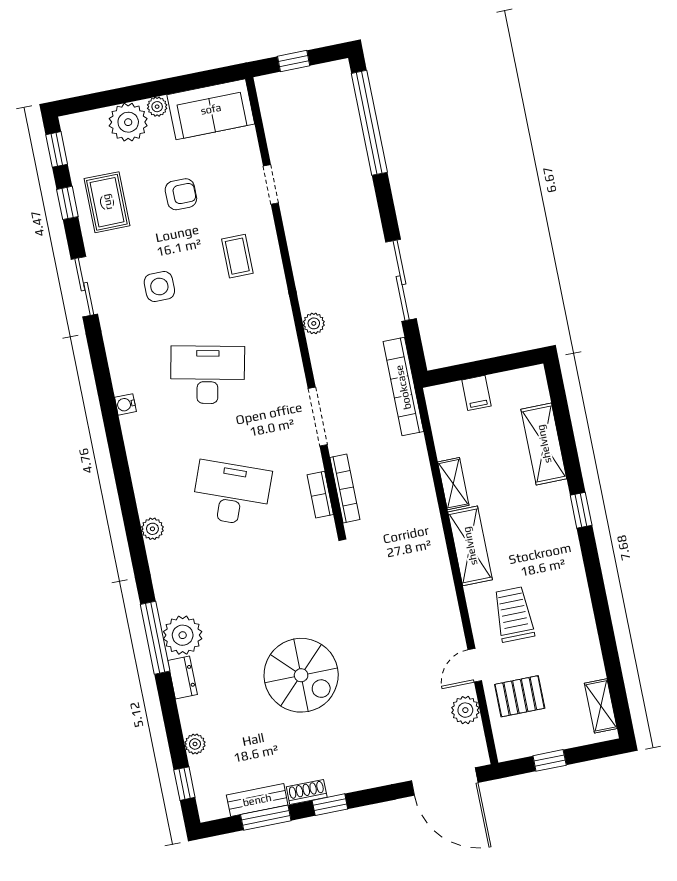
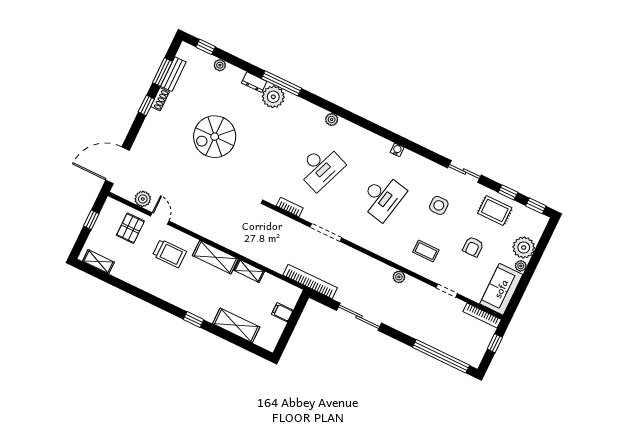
plant: (314, 323) -> (399, 277), moved
bookcase: (345, 488) -> (482, 316), moved

